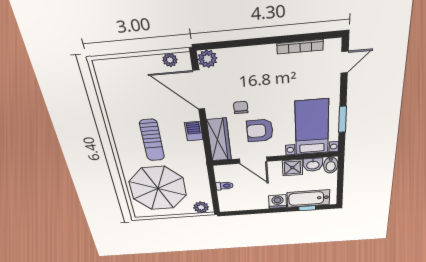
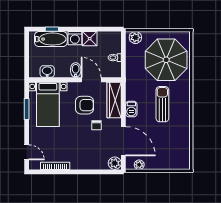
door: (345, 62) -> (27, 152), swing flipped
bidet: (331, 165) -> (76, 70), moved
shower: (292, 168) -> (90, 39), moved

